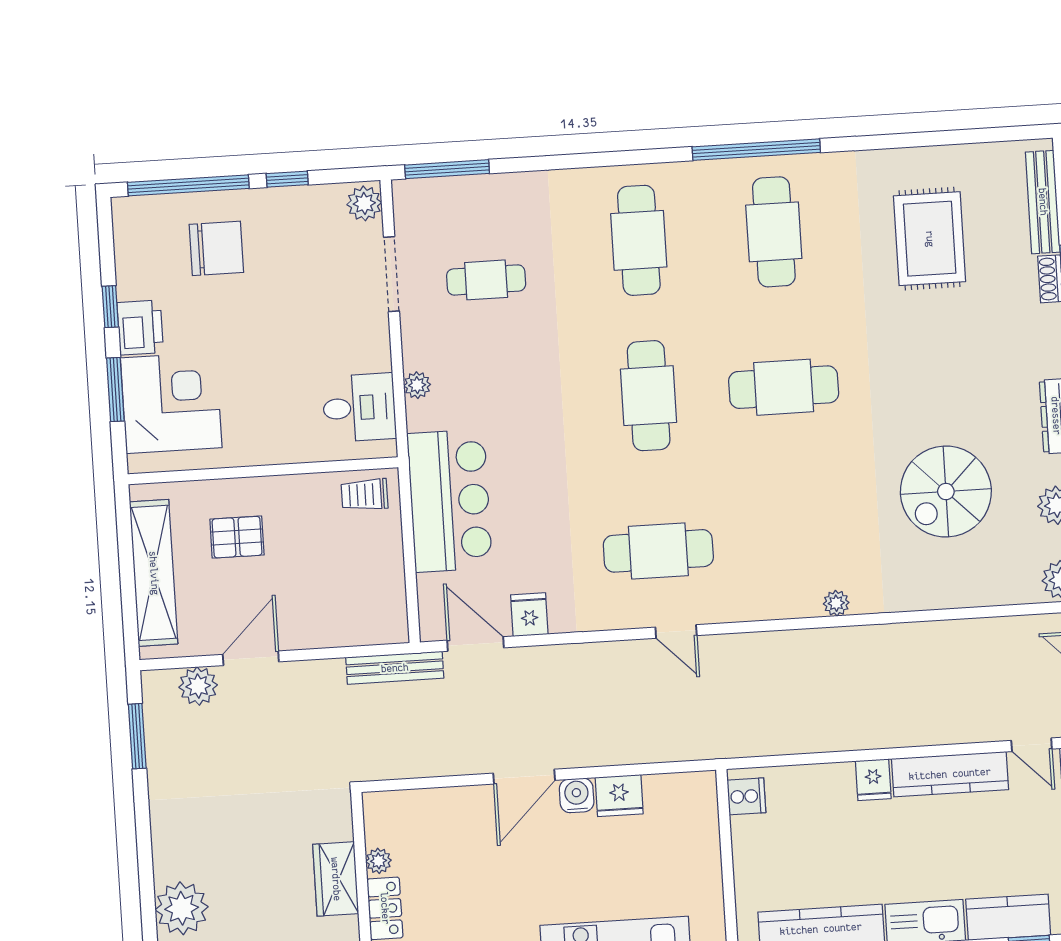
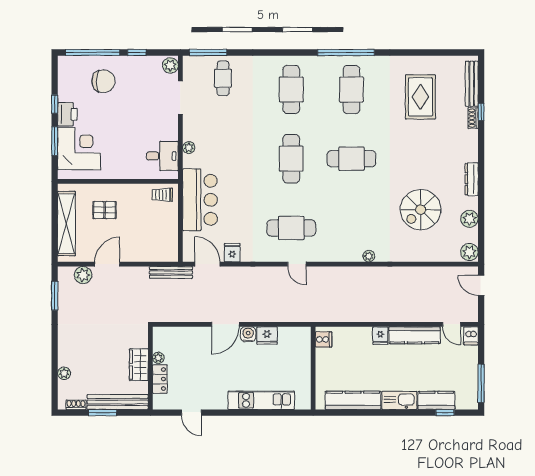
cafe table: (486, 280) -> (223, 78), moved, turned 90
plant: (182, 908) -> (64, 373), width x0.53, depth x0.53

